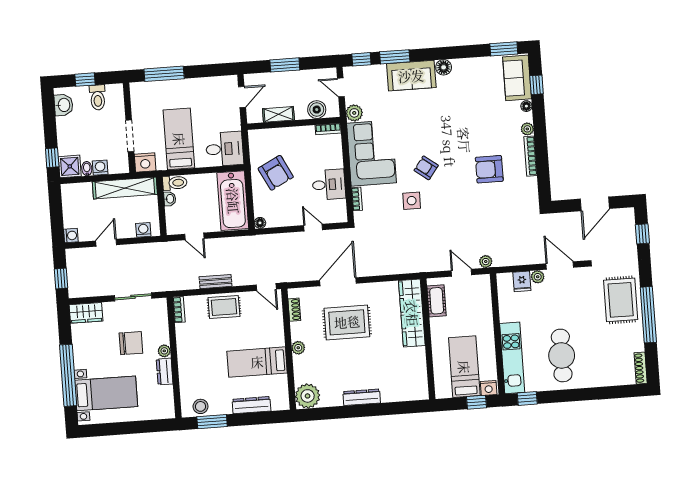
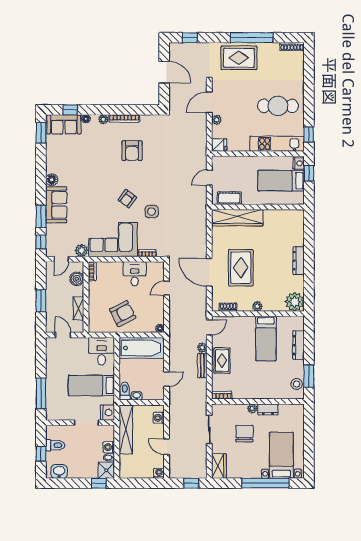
plant: (486, 262) -> (202, 348), moved
fridge: (522, 281) -> (219, 145), moved

